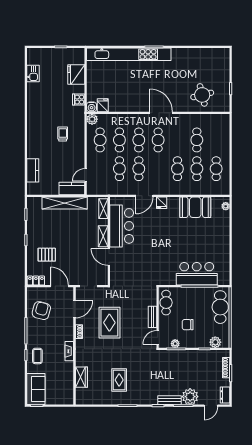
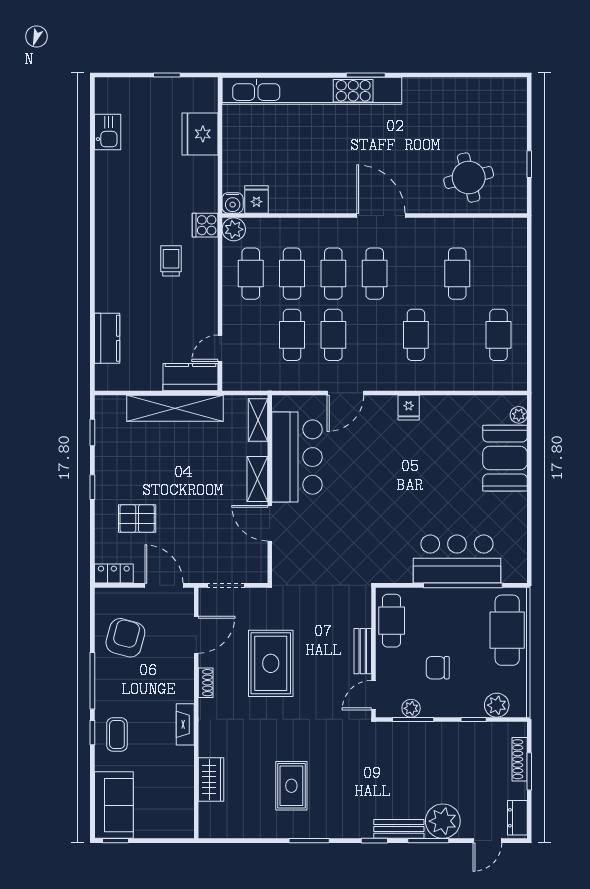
cooker: (79, 100) -> (205, 225), moved
cafe table: (197, 169) -> (457, 335), removed
fridge: (162, 203) -> (409, 408), moved
booth: (195, 207) -> (505, 458), moved, turned 90

